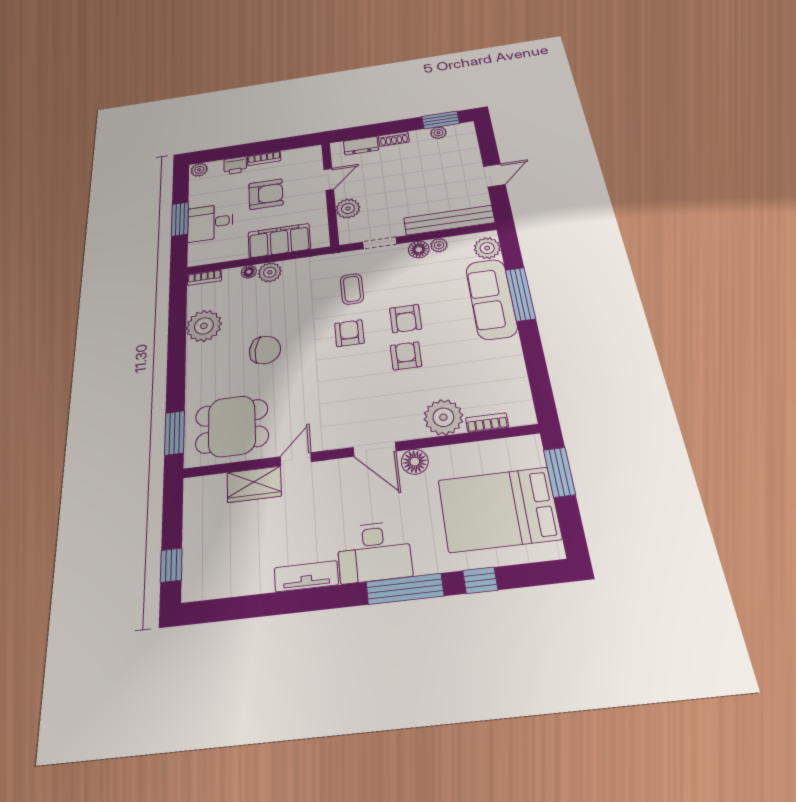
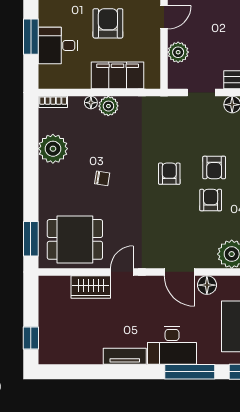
armchair: (266, 194) -> (108, 23), turned -90
coffee table: (352, 289) -> (175, 133), removed
chair: (265, 350) -> (102, 178), width x0.54, depth x0.54

